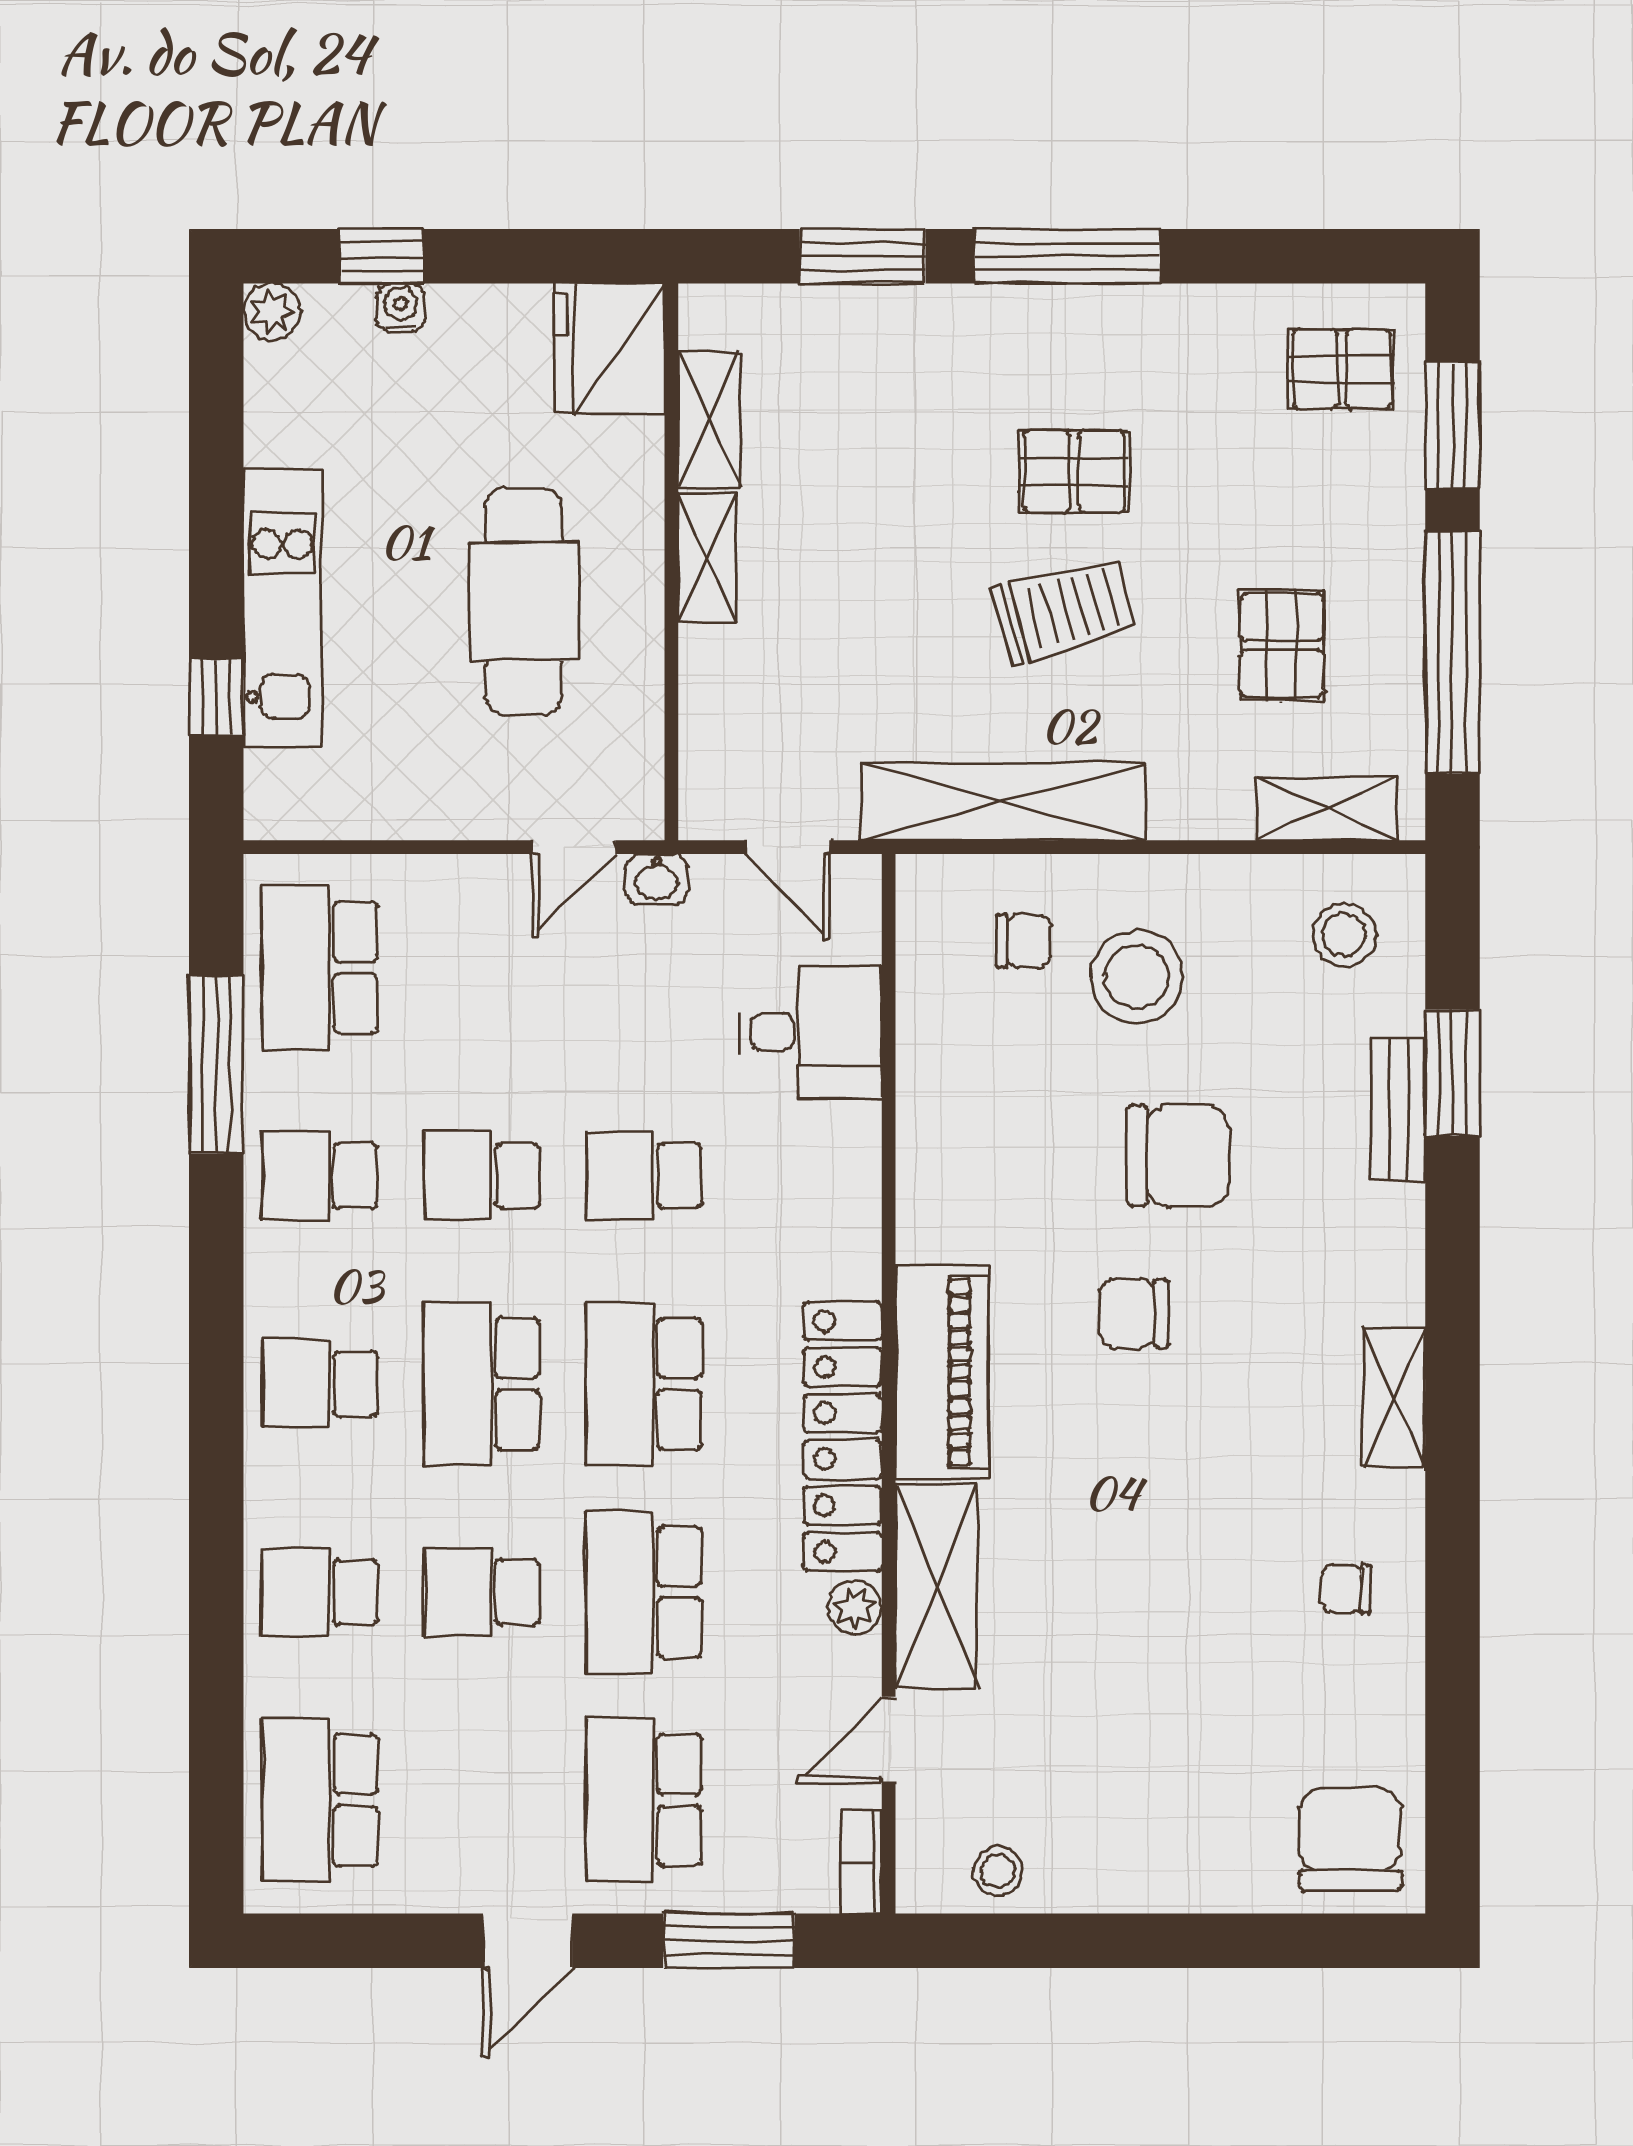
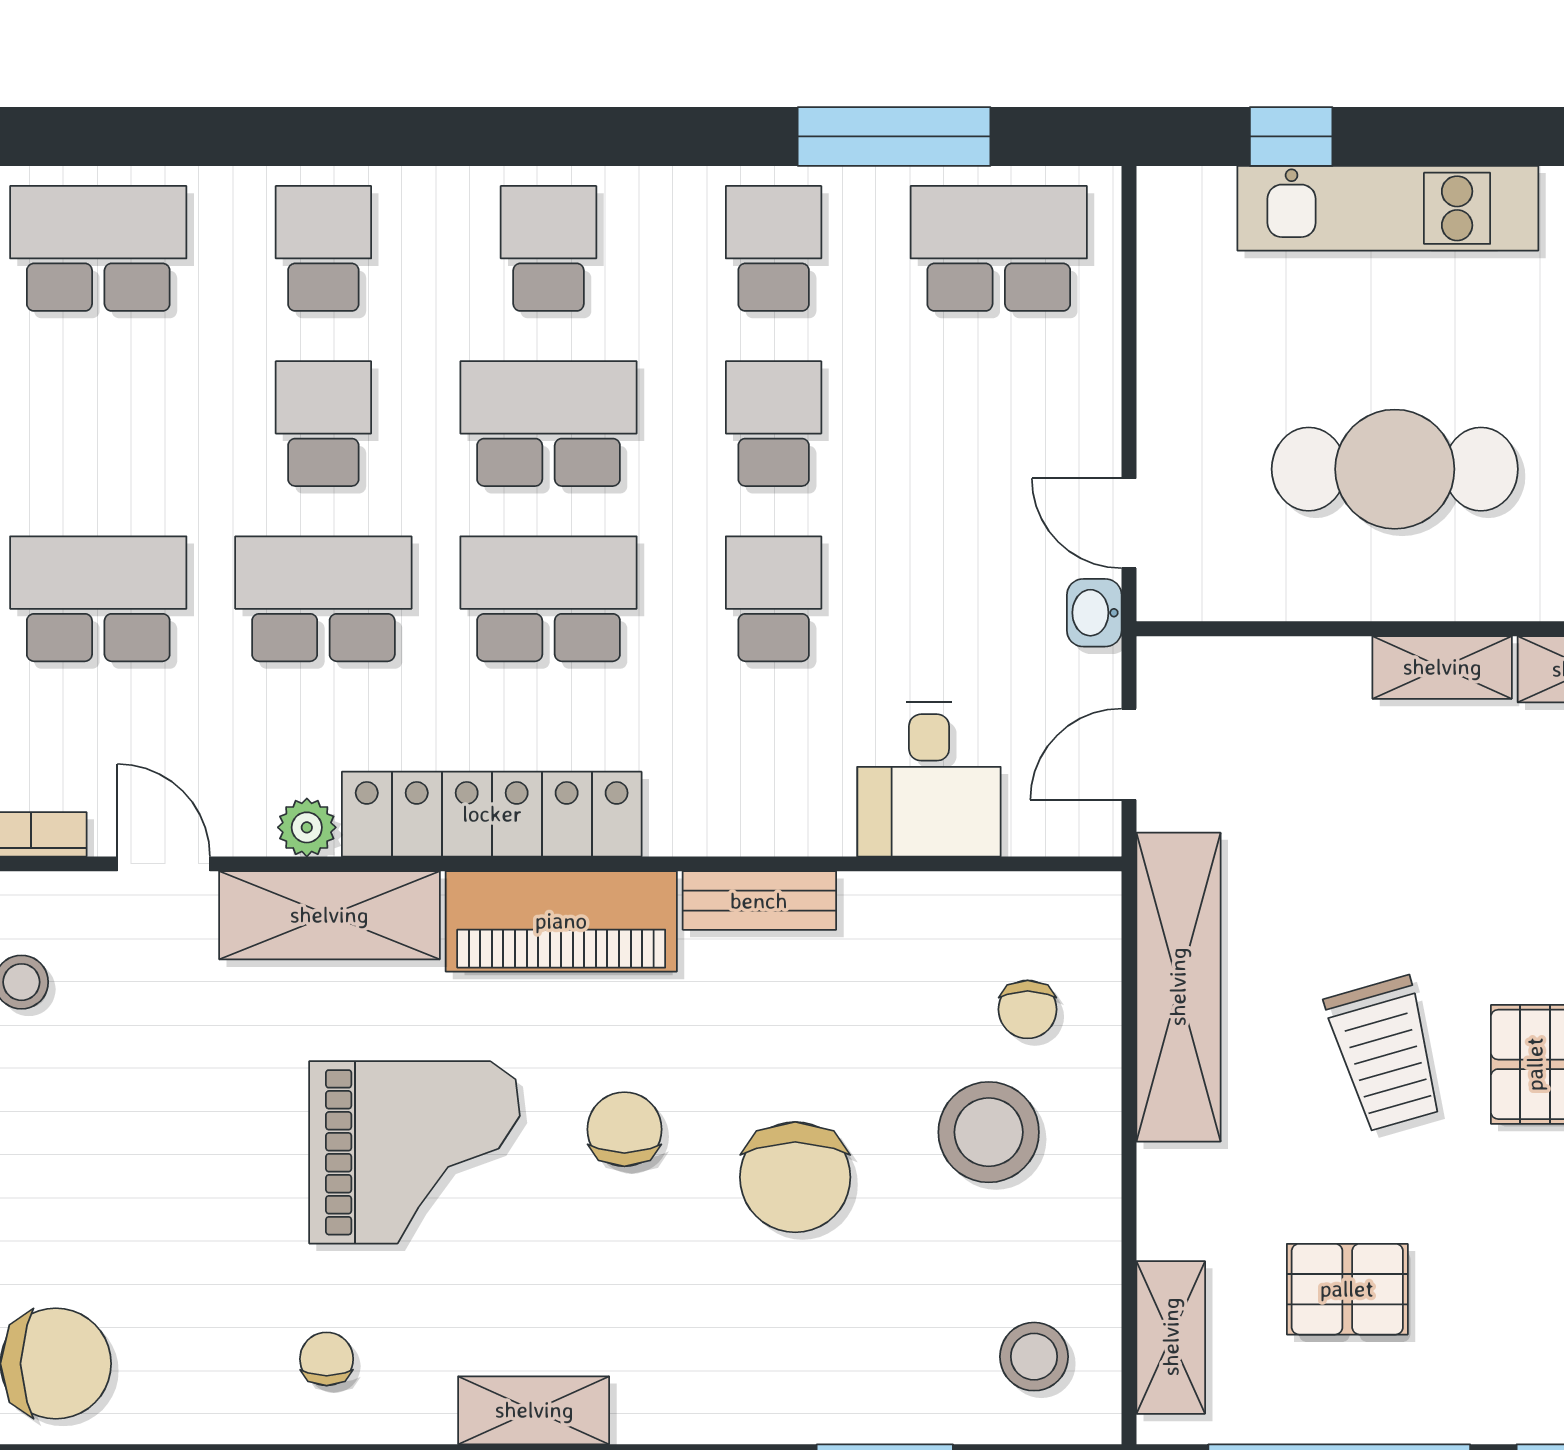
bench: (1398, 1109) -> (759, 901), moved
grand piano: (1155, 1508) -> (414, 1152), added

